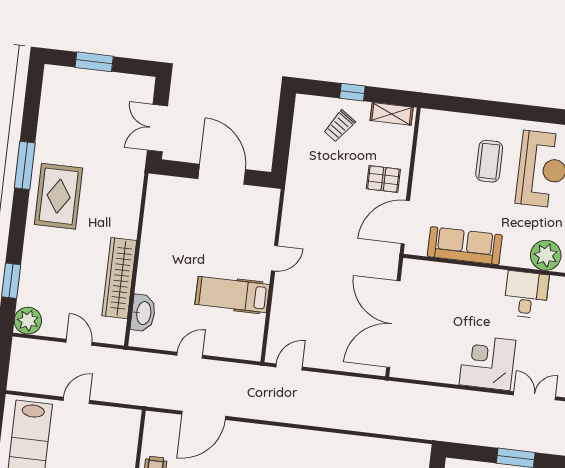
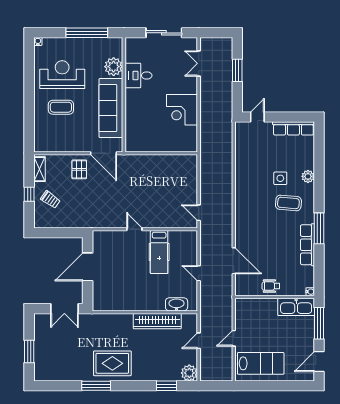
sofa: (465, 246) -> (111, 108), width x1.36, depth x1.27
double door: (393, 324) -> (166, 153), removed
corner desk: (487, 363) -> (182, 110), moved
door: (76, 400) -> (234, 338), hinge flipped

